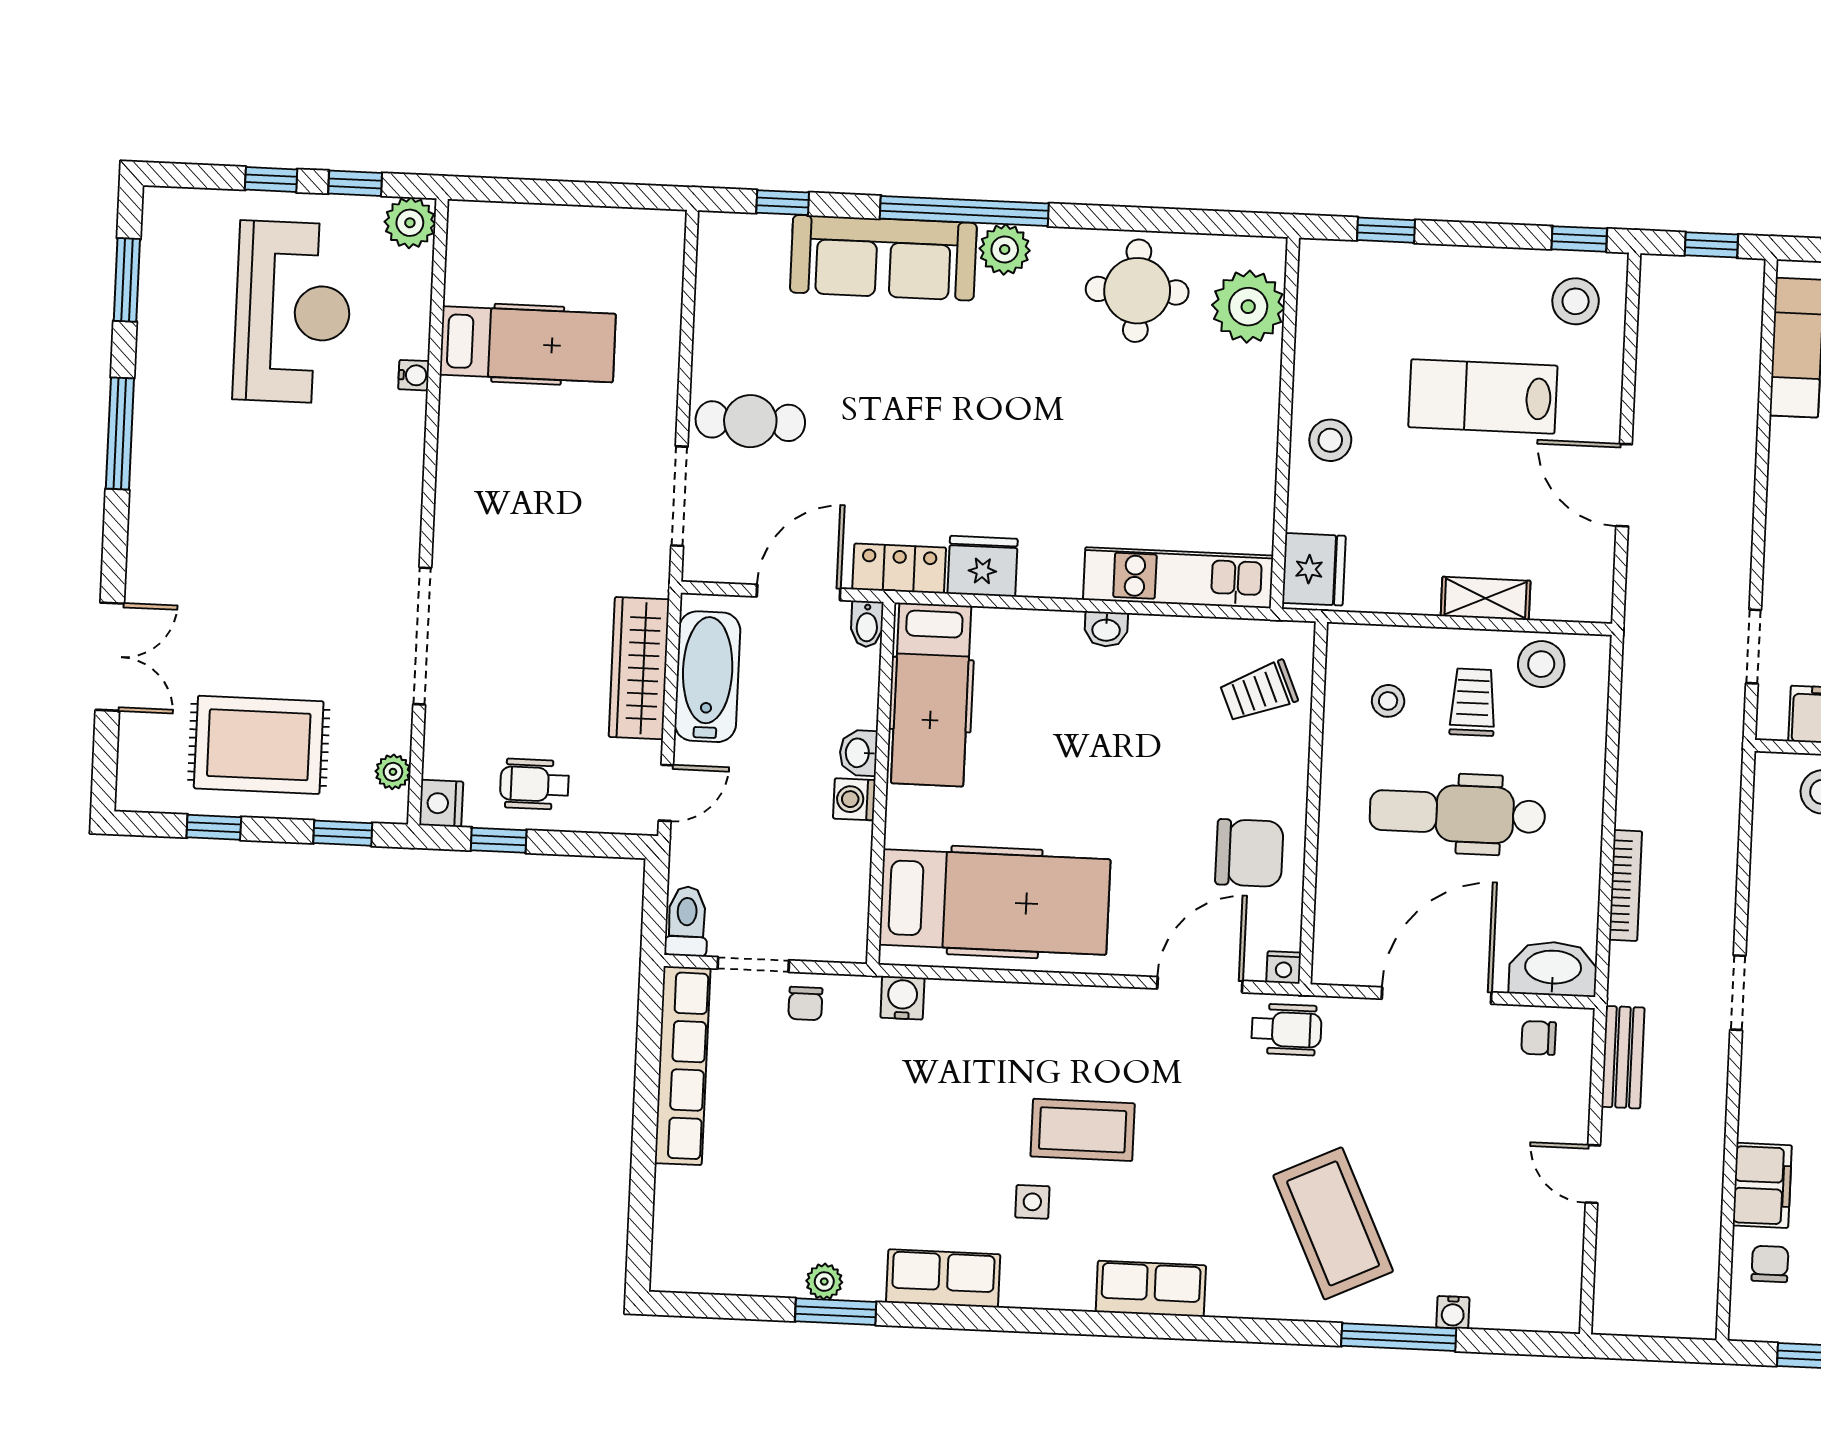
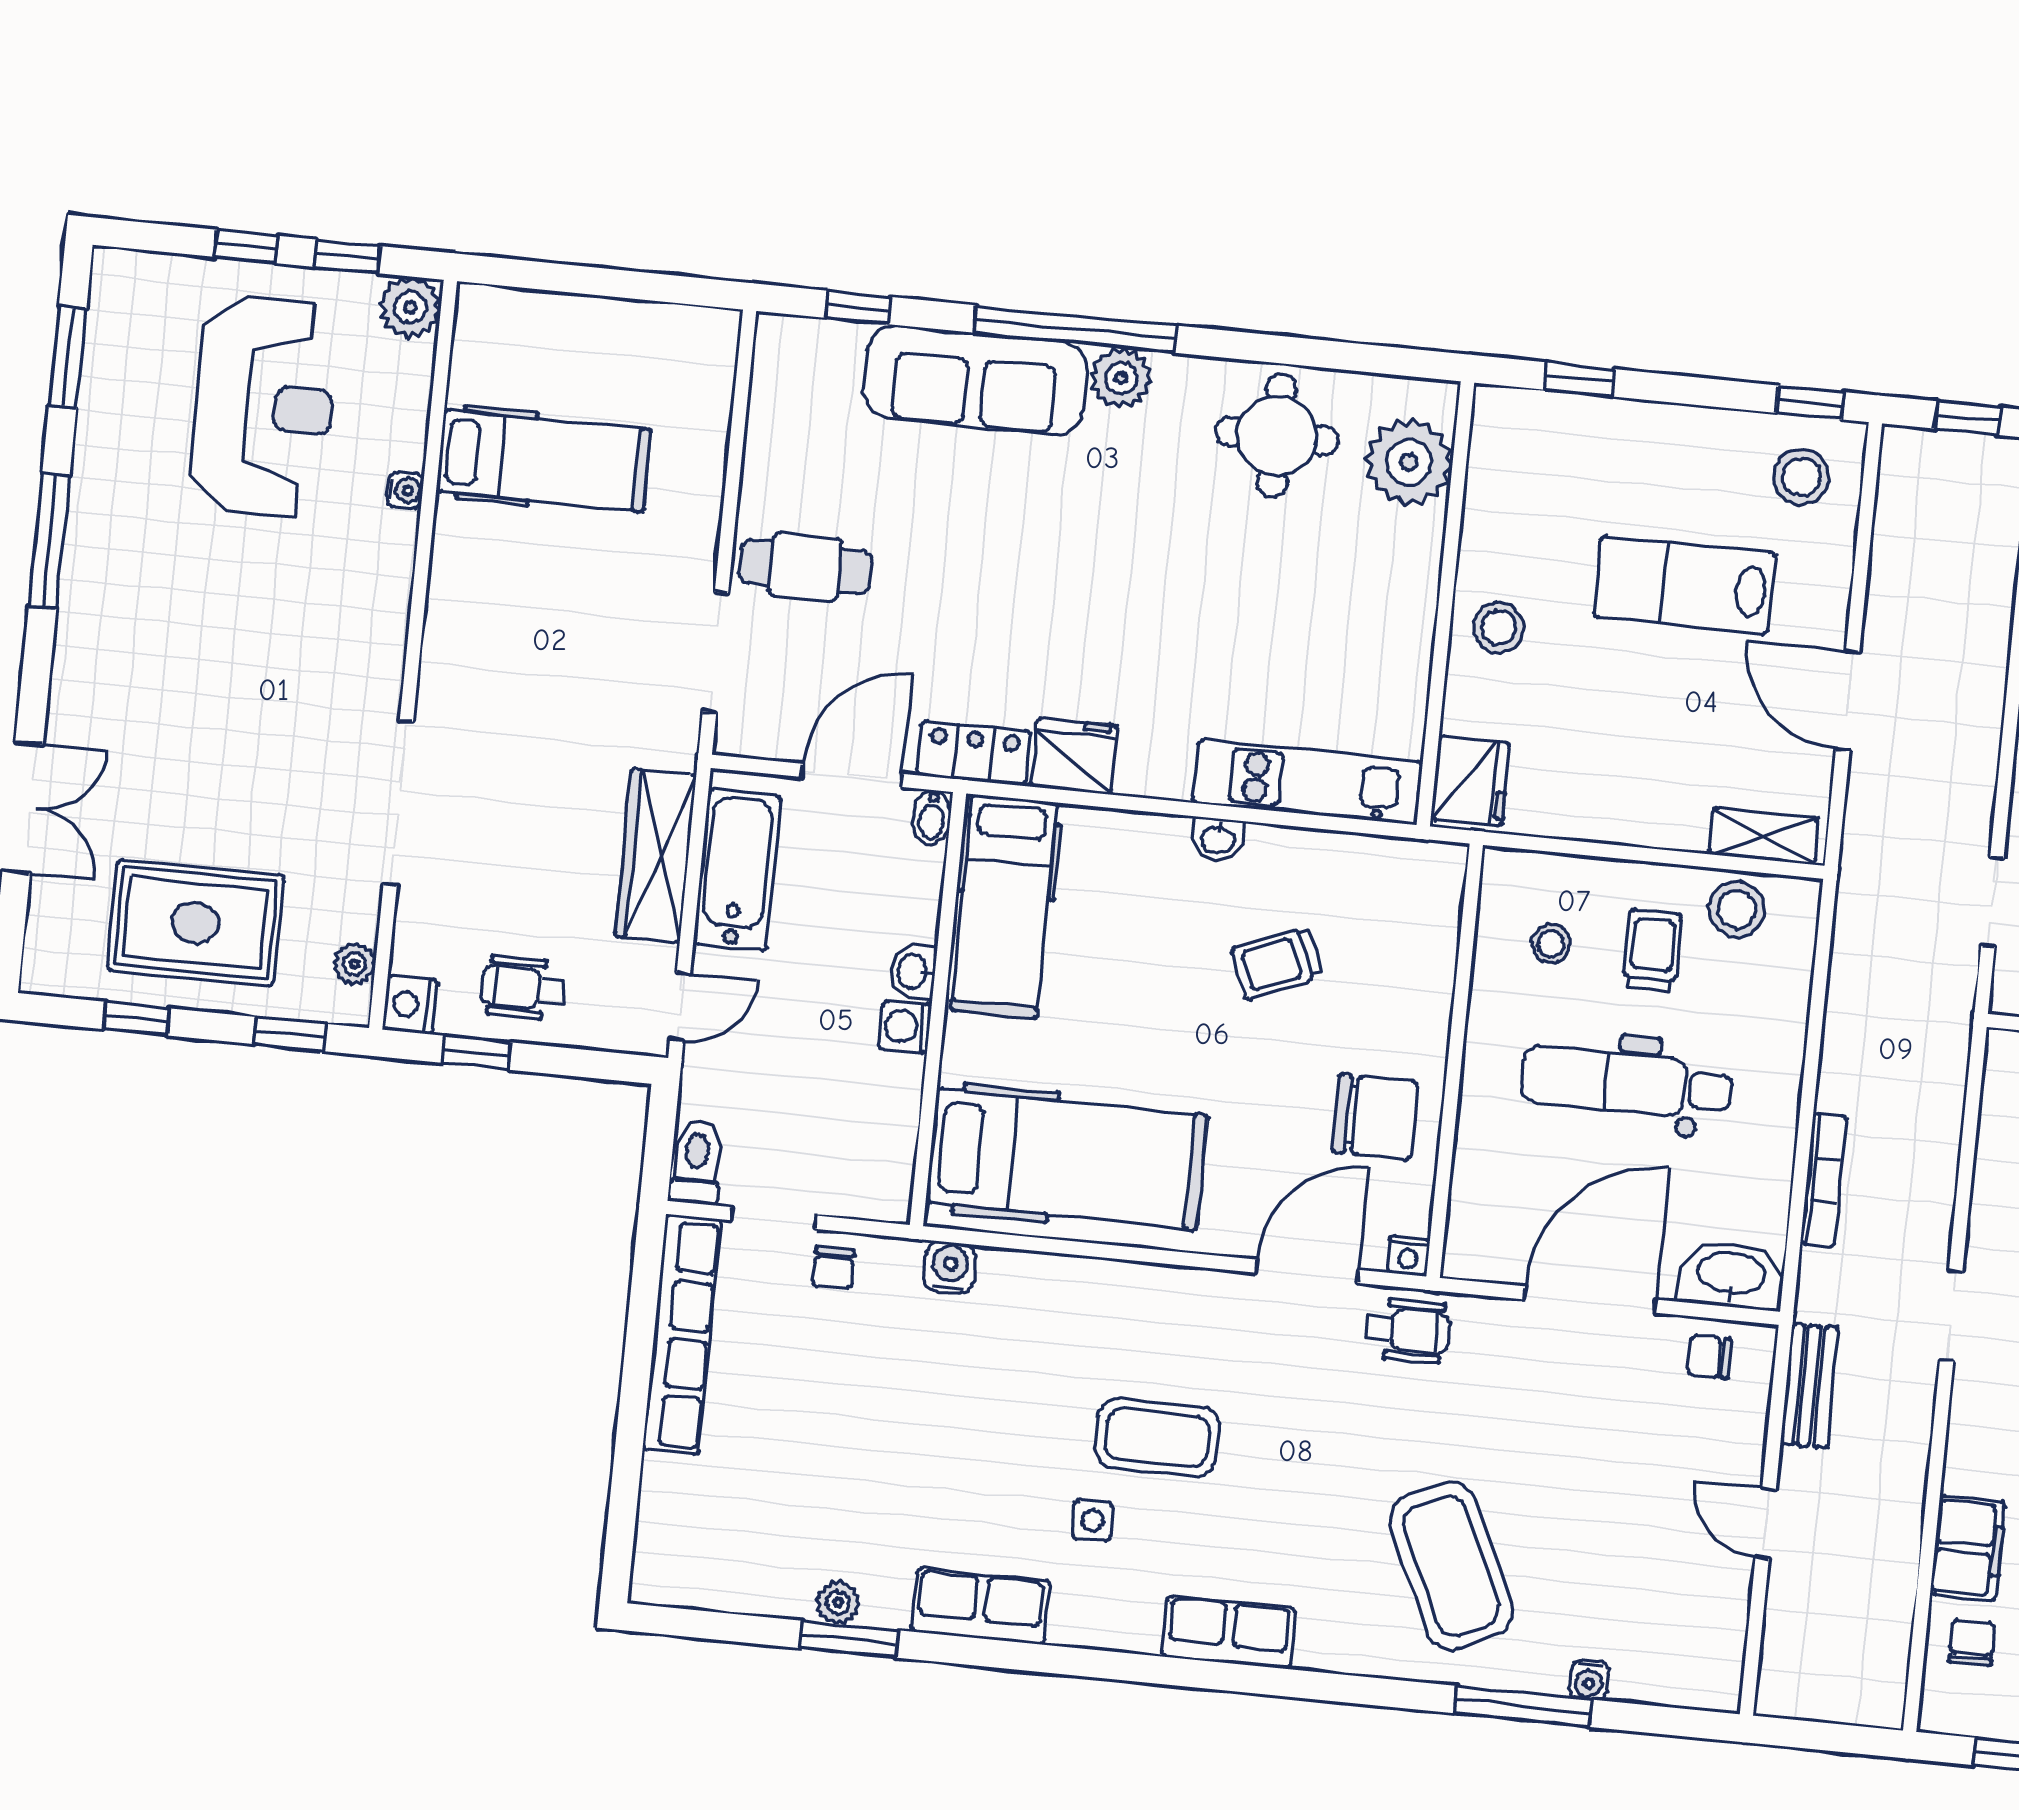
shelving: (1486, 598) -> (1764, 836), moved
trolley: (1259, 692) -> (1277, 963), moved

